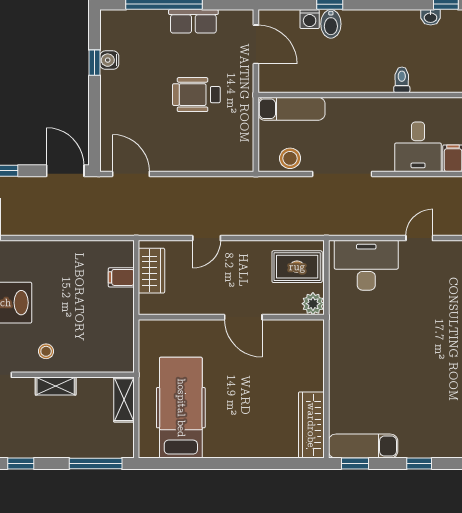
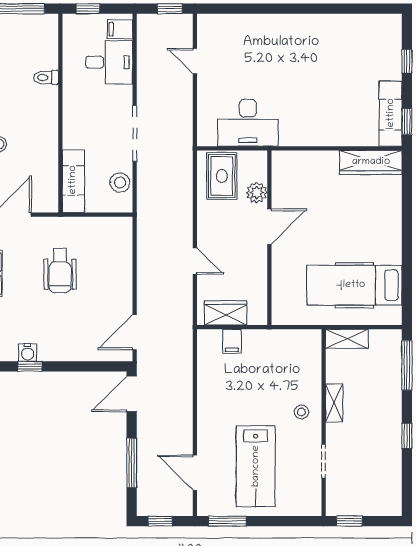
desk: (366, 265) -> (248, 123), moved, turned -90
plant: (313, 304) -> (257, 193), moved

